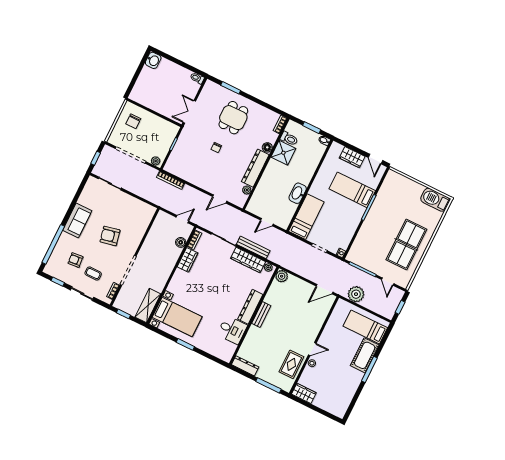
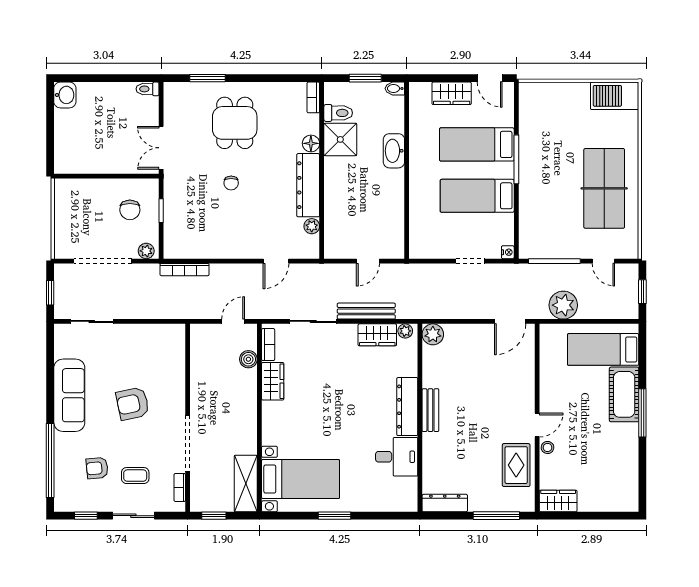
chair: (133, 121) -> (130, 210), moved
washbasin: (298, 193) -> (394, 151), moved
bed: (306, 217) -> (477, 196), moved, turned -90
sofa: (77, 221) -> (69, 395), width x1.36
wardrobe: (248, 260) -> (377, 335), width x0.67

